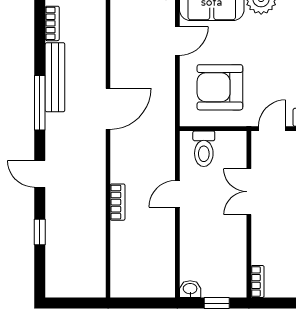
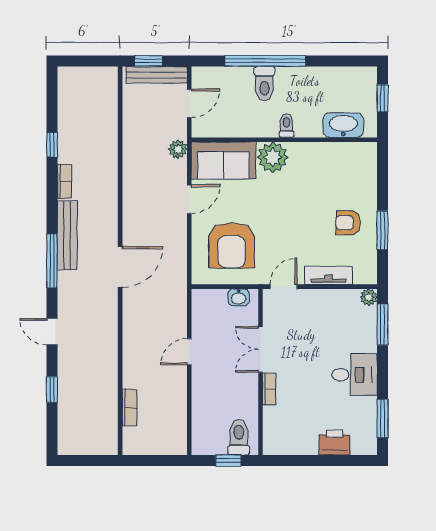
armchair: (220, 87) -> (232, 245), turned -90
toilet: (204, 149) -> (239, 437), moved, turned 180
bookcase: (118, 202) -> (130, 408), moved
bookcase: (258, 281) -> (269, 389), moved
washbasin: (190, 289) -> (239, 297), moved, turned 180

